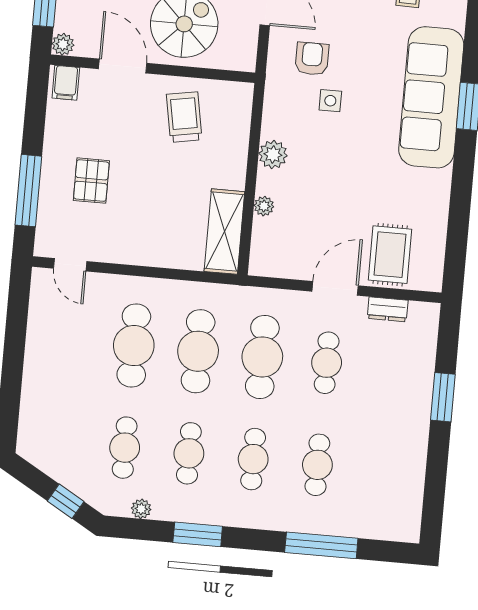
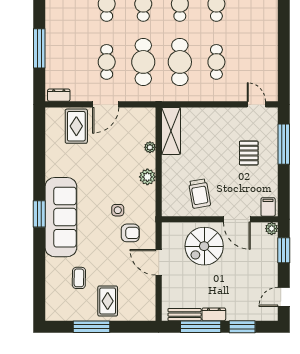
armchair: (312, 59) -> (130, 233), turned -90
dresser: (388, 309) -> (59, 95), moved
cafe table: (134, 346) -> (216, 62), width x0.73, depth x0.74
window: (443, 397) -> (39, 48), width x1.44

